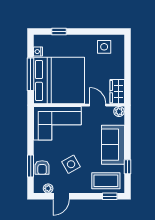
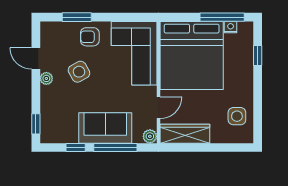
window: (31, 74) -> (222, 17), moved
wardrobe: (117, 92) -> (185, 134), width x1.50
window: (127, 137) -> (115, 147), added
armchair: (42, 167) -> (90, 37), moved
coffee table: (106, 181) -> (57, 119), removed
plant: (48, 188) -> (46, 78), moved

